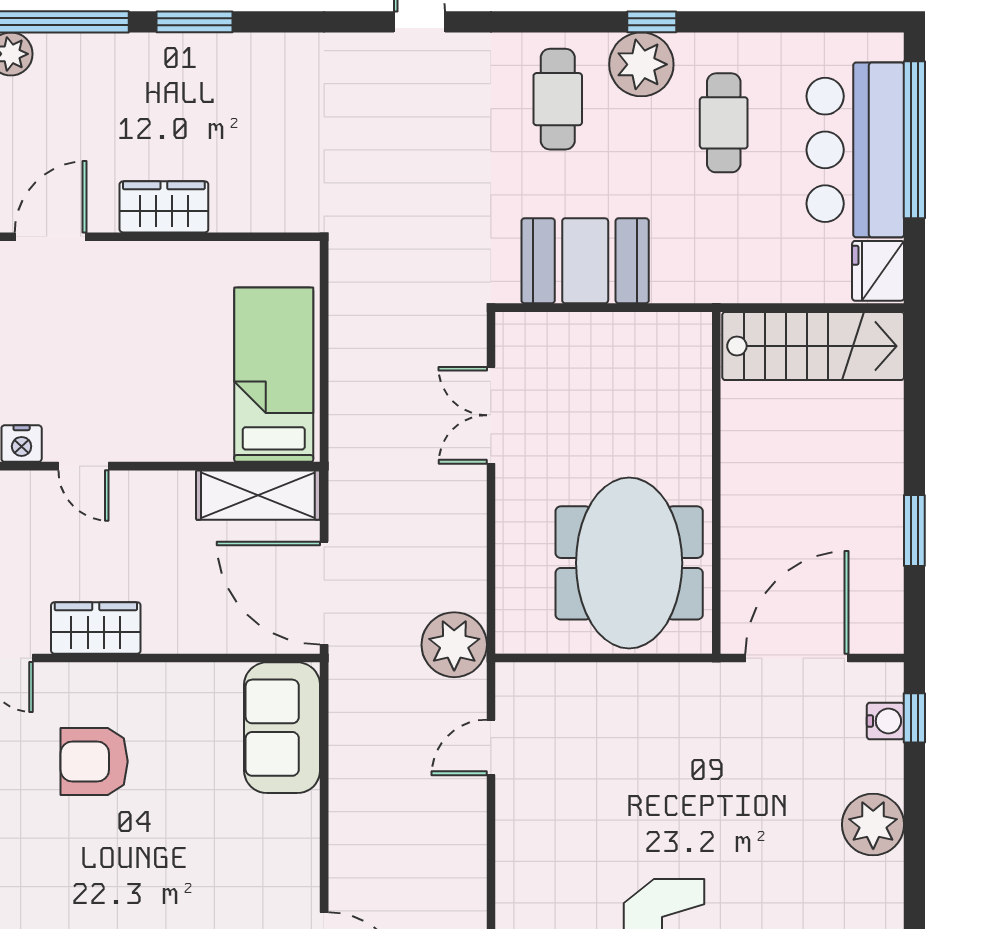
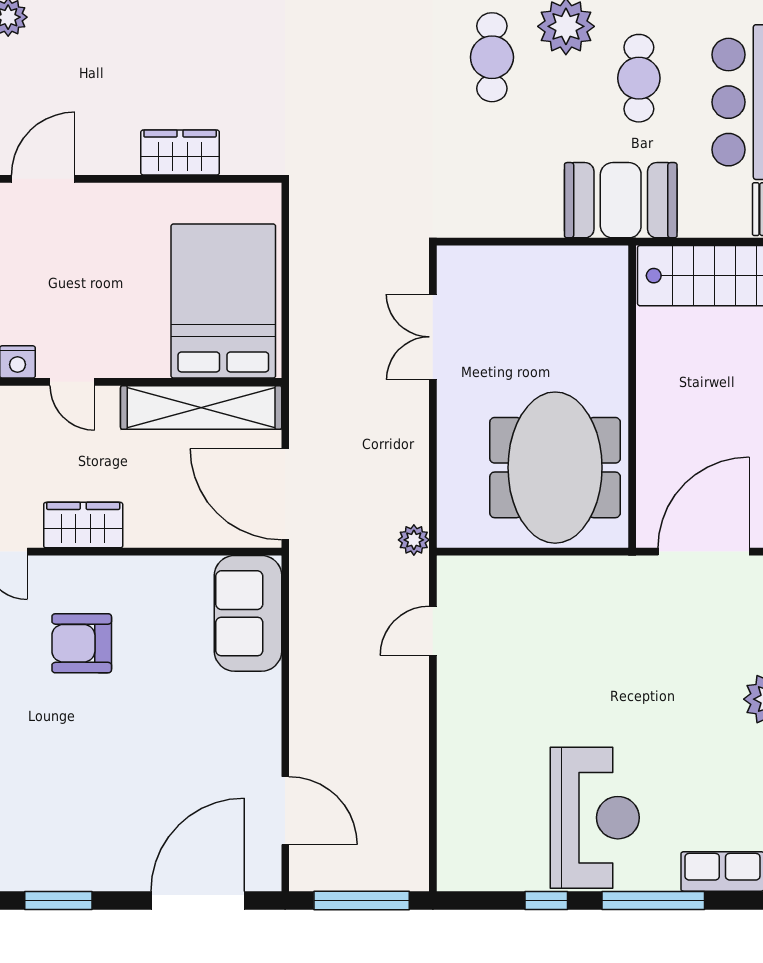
wardrobe: (164, 207) -> (180, 152), moved
booth: (585, 261) -> (621, 200), moved
bed: (274, 375) -> (223, 301), width x1.50
shelving: (258, 495) -> (201, 408), width x1.47
plant: (454, 645) -> (414, 540), width x0.53, depth x0.53

